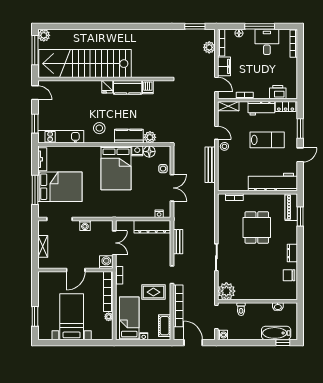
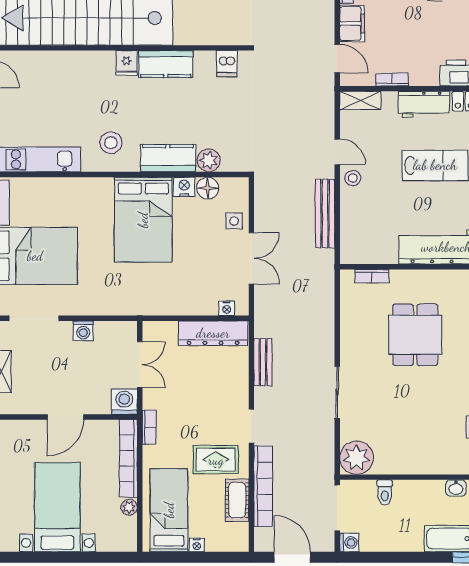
dishwasher: (148, 87) -> (227, 64), moved
cot: (165, 326) -> (237, 500), moved

